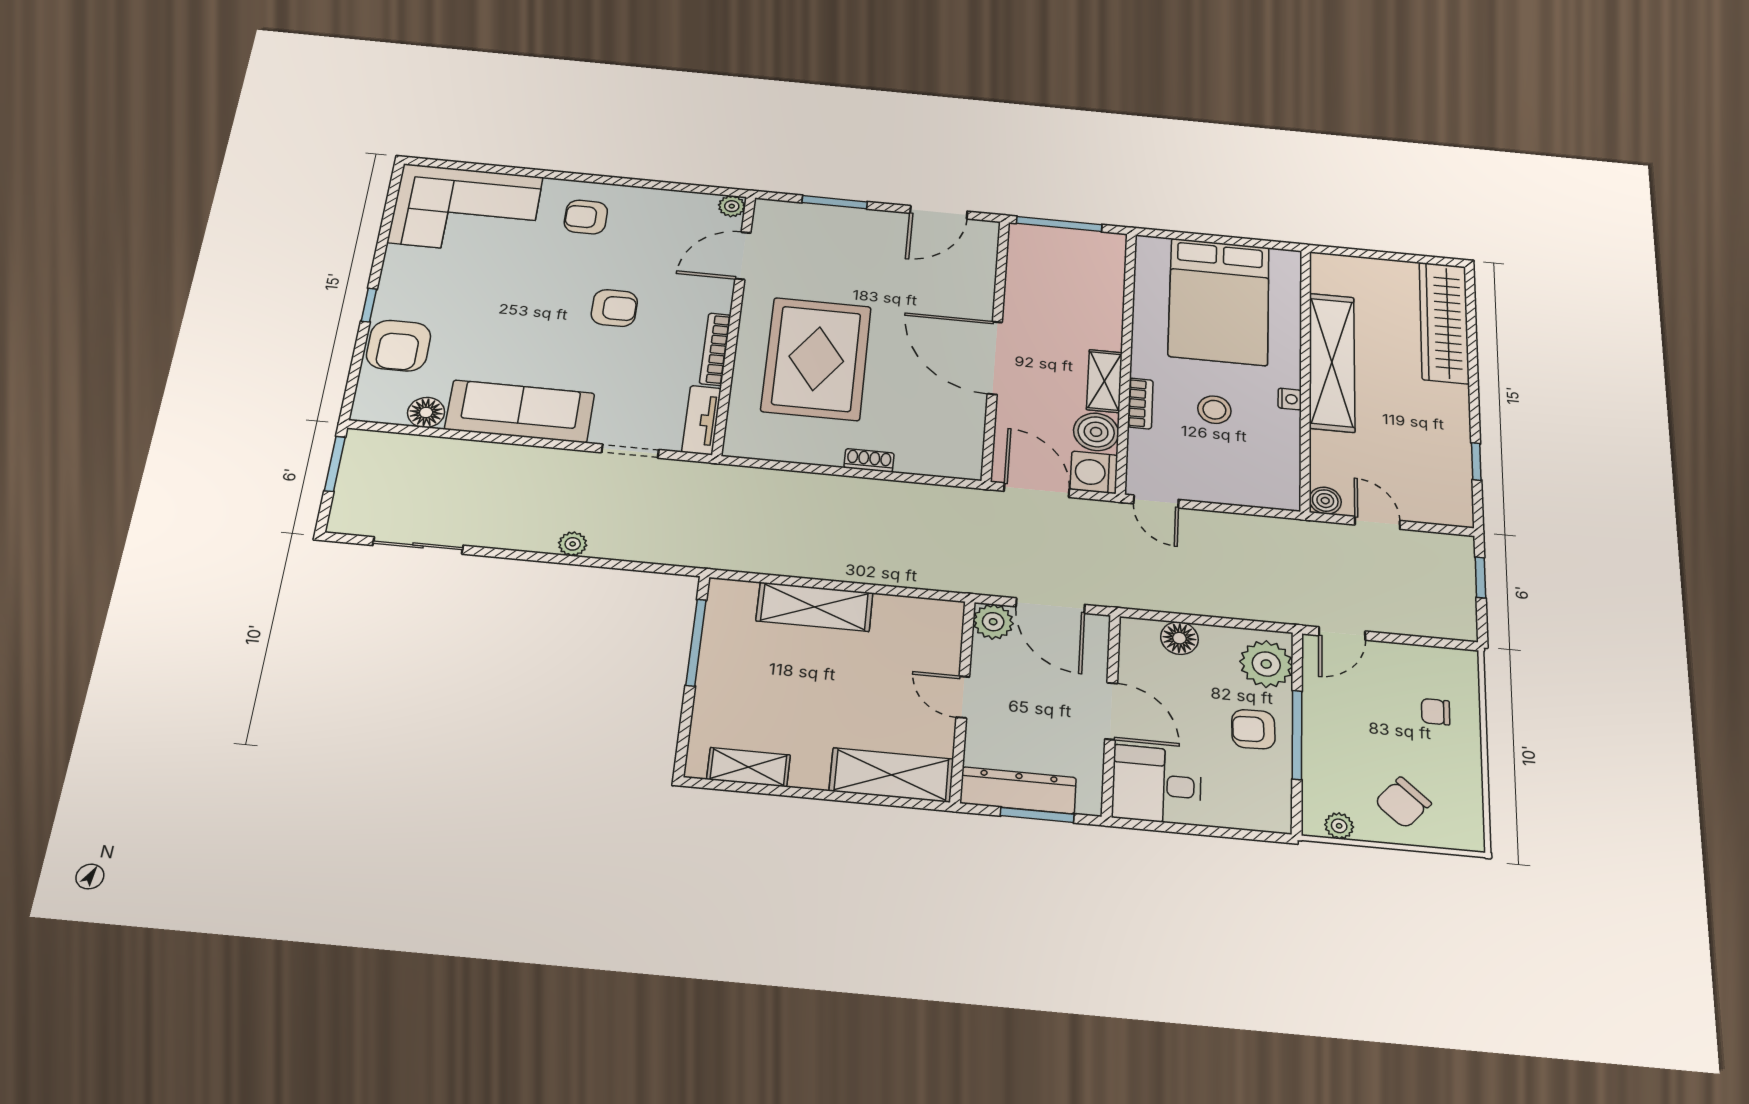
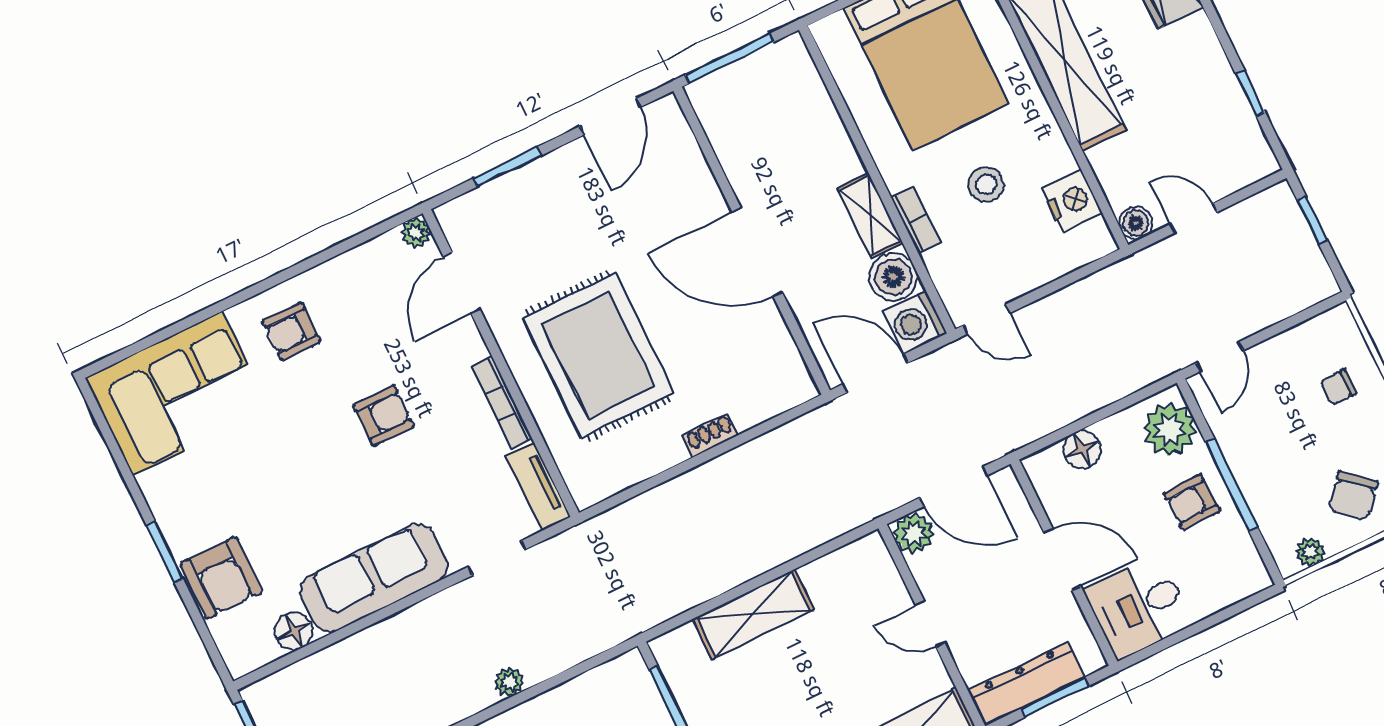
window: (369, 305) -> (165, 552), width x1.50
nightstand: (1290, 399) -> (1072, 201), moved, width x1.89, depth x1.79

